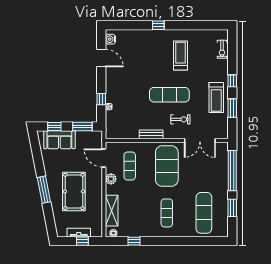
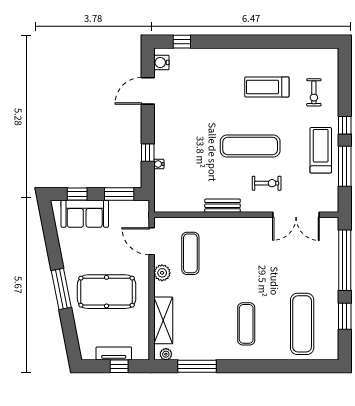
window: (158, 25) -> (182, 42), moved
exercise bike: (222, 49) -> (314, 92), moved
treadmill: (180, 55) -> (267, 87), turned -90
door: (101, 58) -> (148, 91), swing flipped
treadmill: (216, 97) -> (321, 150), turned 180
window: (232, 108) -> (345, 166), width x1.44
exercise mat: (167, 166) -> (246, 253), removed
pool table: (74, 191) -> (107, 292), turned 90
window: (134, 241) -> (197, 366), width x2.17

